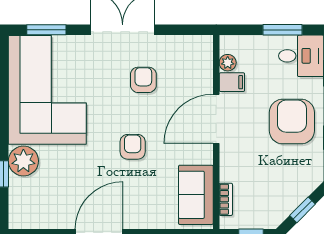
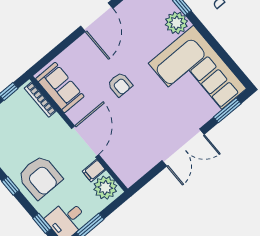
plant: (228, 63) -> (105, 188), width x1.87, depth x1.87
armchair: (143, 80) -> (146, 129), removed
bookcase: (226, 199) -> (40, 100), width x1.56

